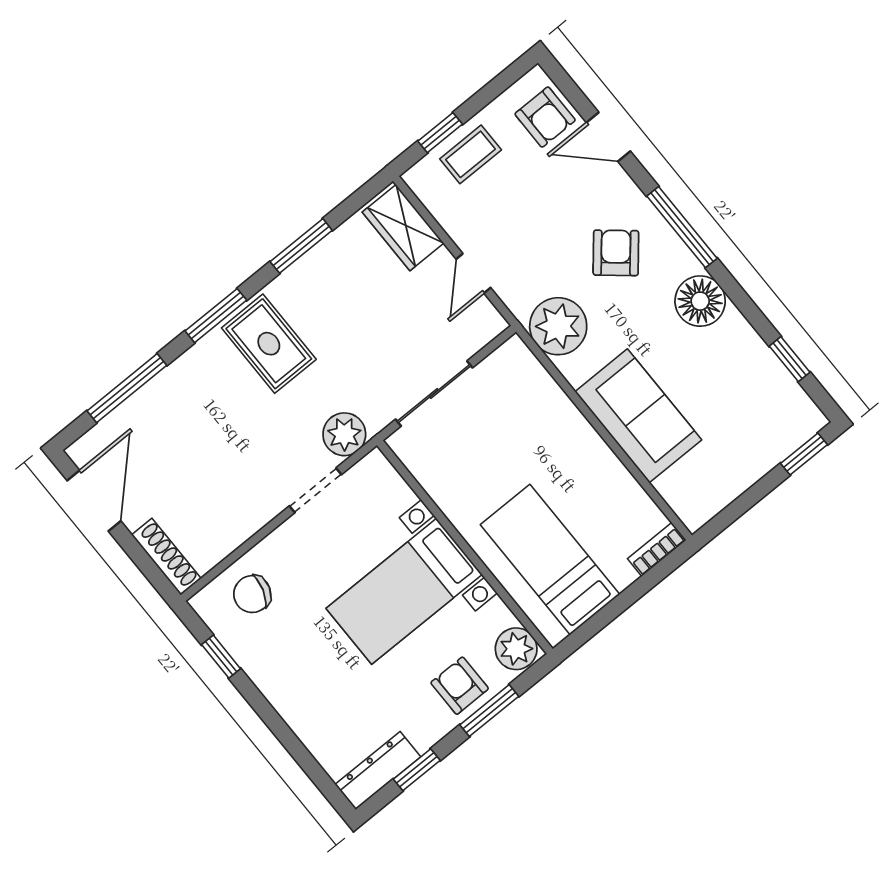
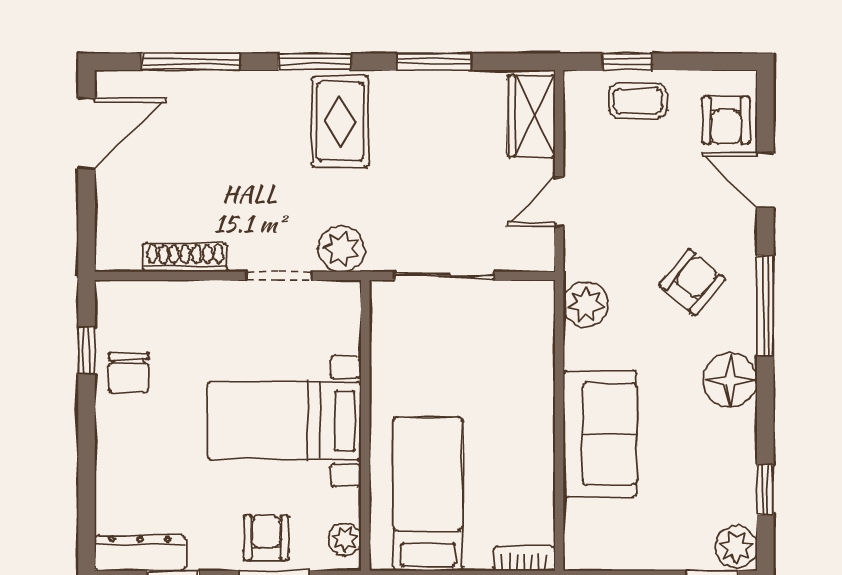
plant: (558, 326) -> (586, 304), width x0.73, depth x0.73
plant: (802, 417) -> (736, 547), added
shoe rack: (166, 557) -> (185, 258), moved, turned -90
chair: (252, 594) -> (129, 373), moved, turned -108
plant: (516, 649) -> (345, 539), width x0.73, depth x0.73

